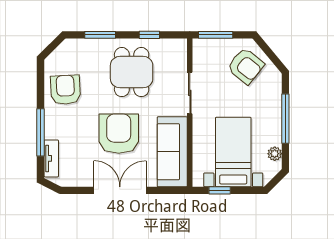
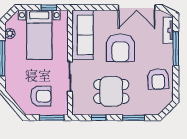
armchair: (246, 66) -> (41, 96), moved, turned 141
dining table: (132, 72) -> (111, 91), turned 90
double door: (120, 190) -> (137, 8), moved

